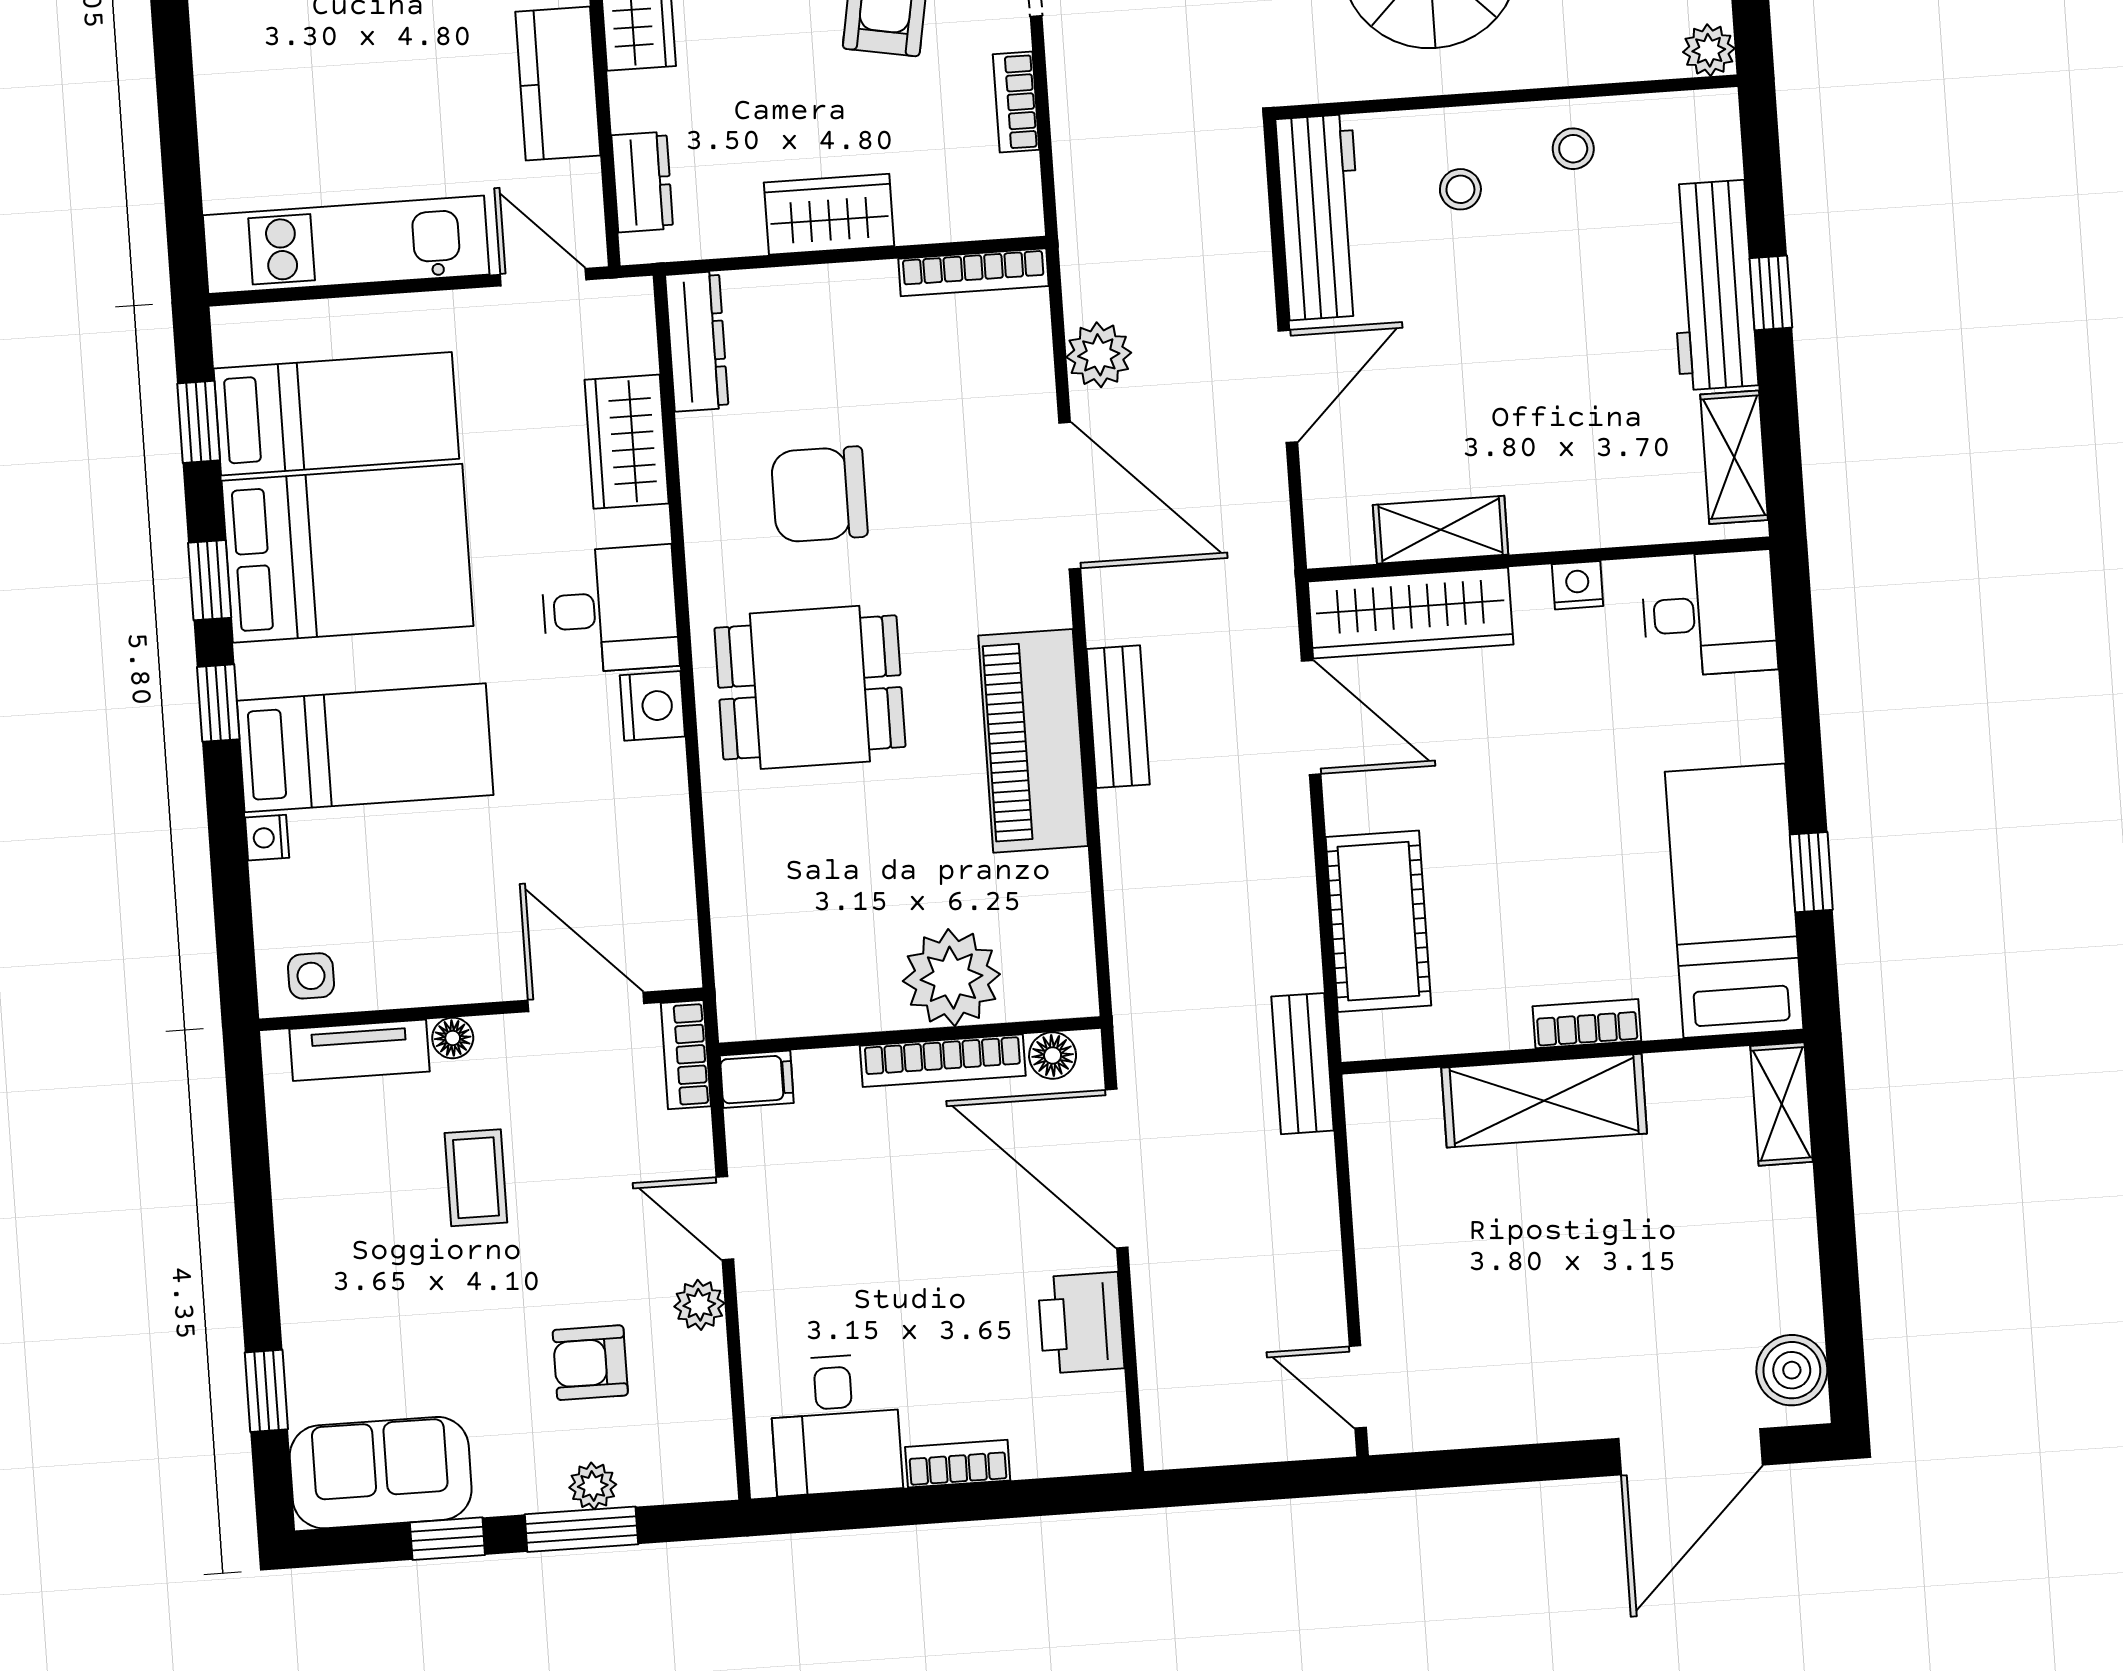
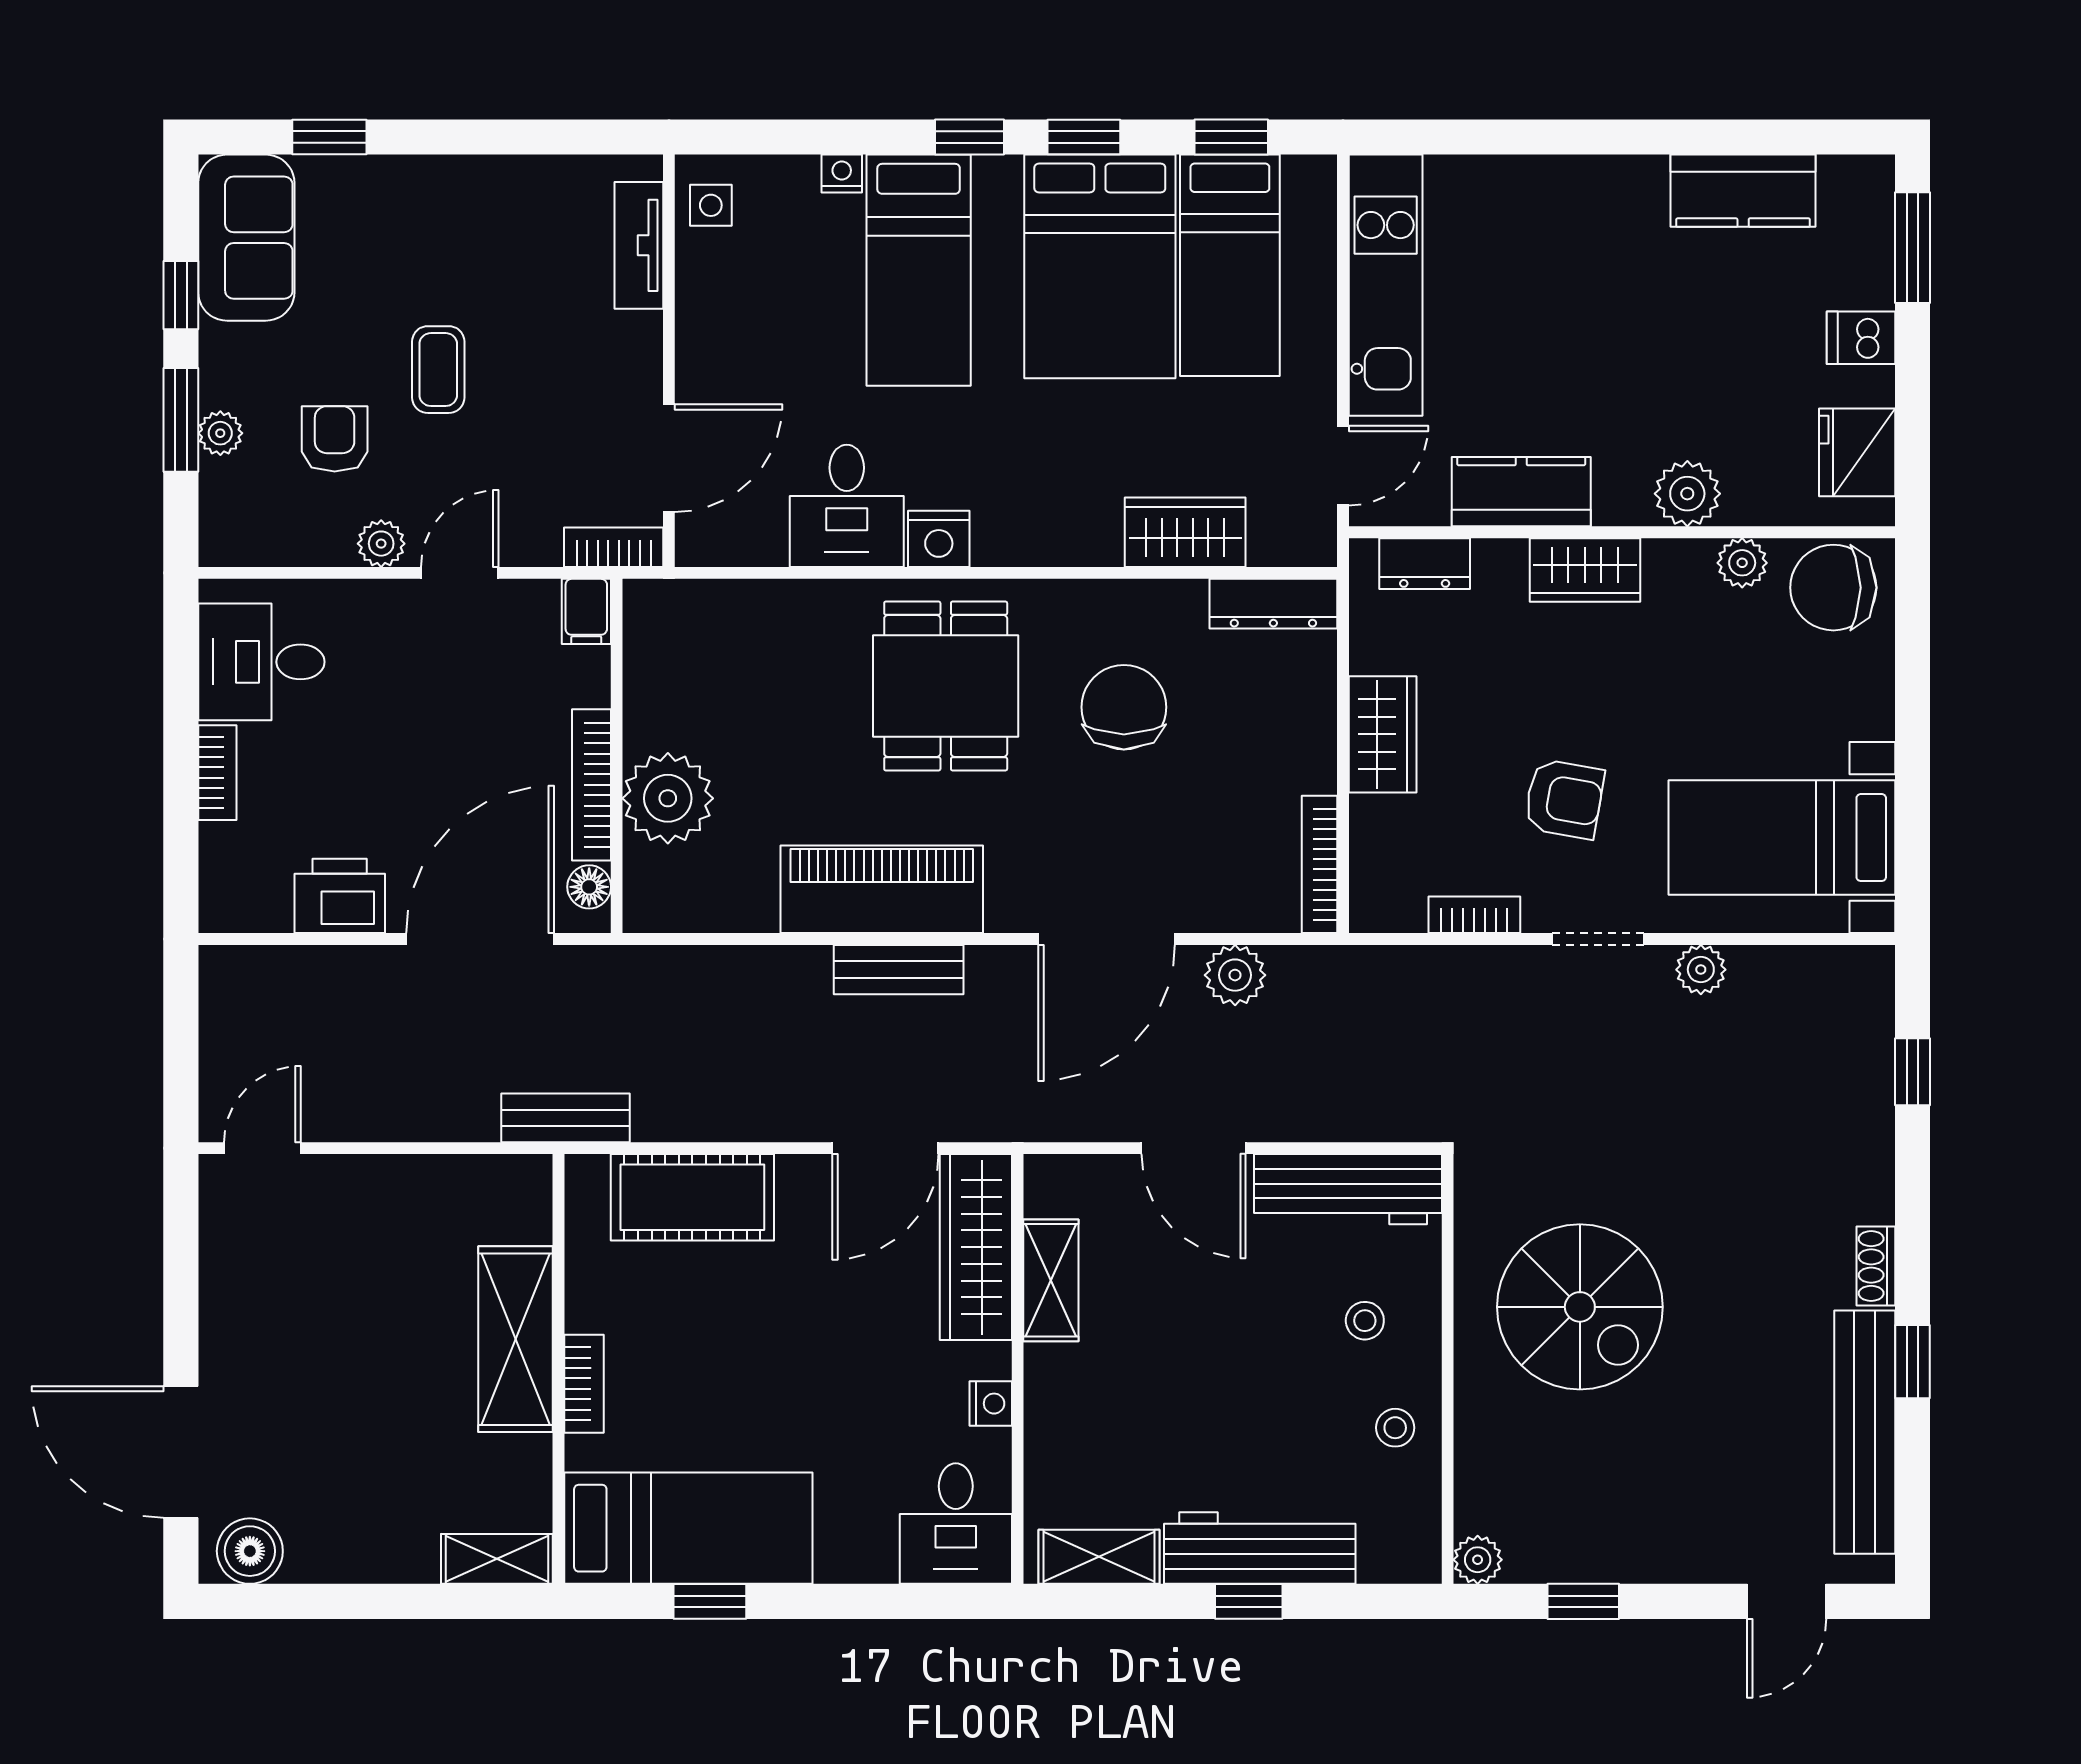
desk: (610, 609) -> (847, 506), moved
floor lamp: (453, 1038) -> (644, 332), removed
coffee table: (476, 1178) -> (438, 370), moved, turned 90

